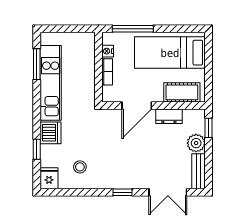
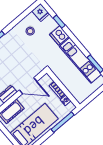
door: (137, 106) -> (28, 86), swing flipped

